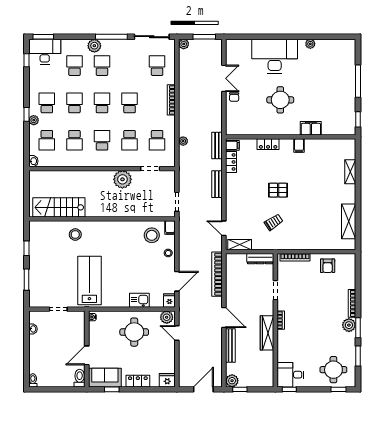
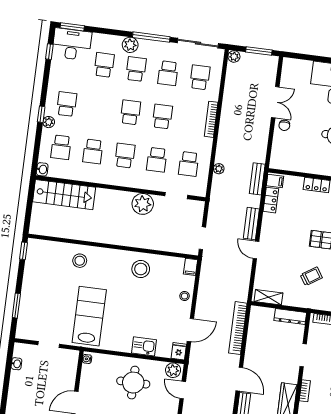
school desk: (74, 103) -> (168, 73), moved, turned 180
stairs: (59, 207) -> (64, 195), moved, turned 180
door: (224, 228) -> (256, 250), moved
stool: (152, 235) -> (141, 269), moved
window: (26, 248) -> (23, 251), moved

